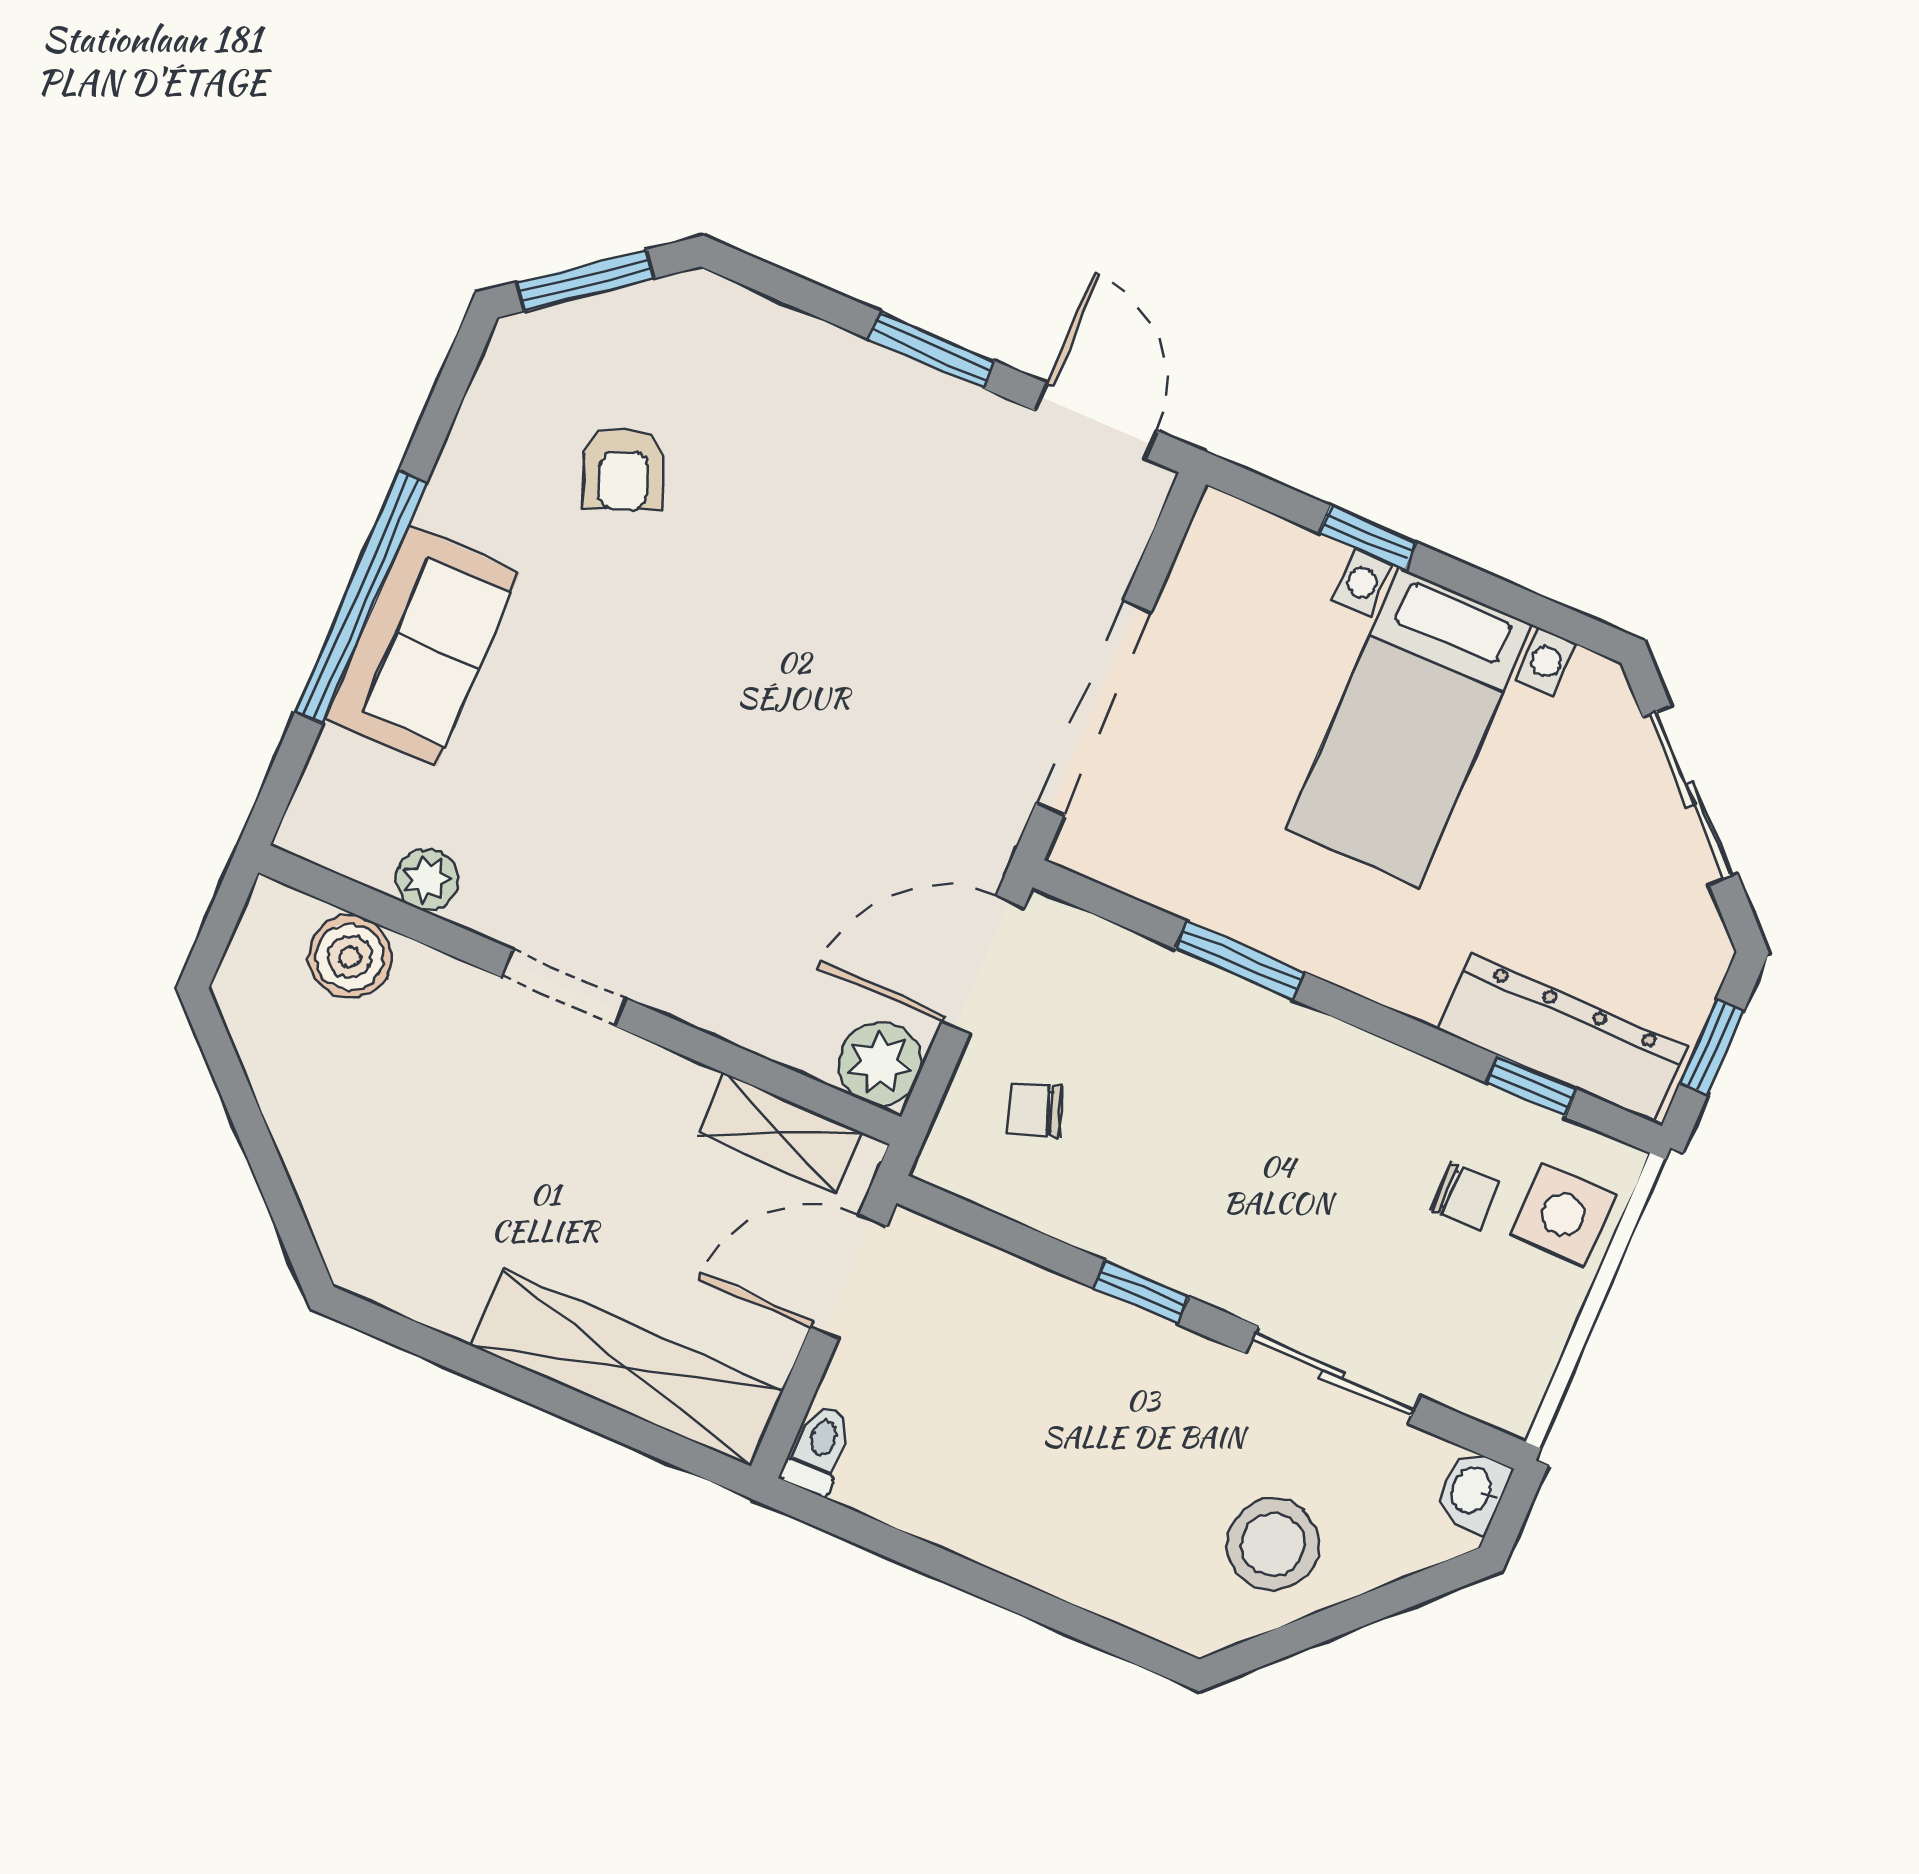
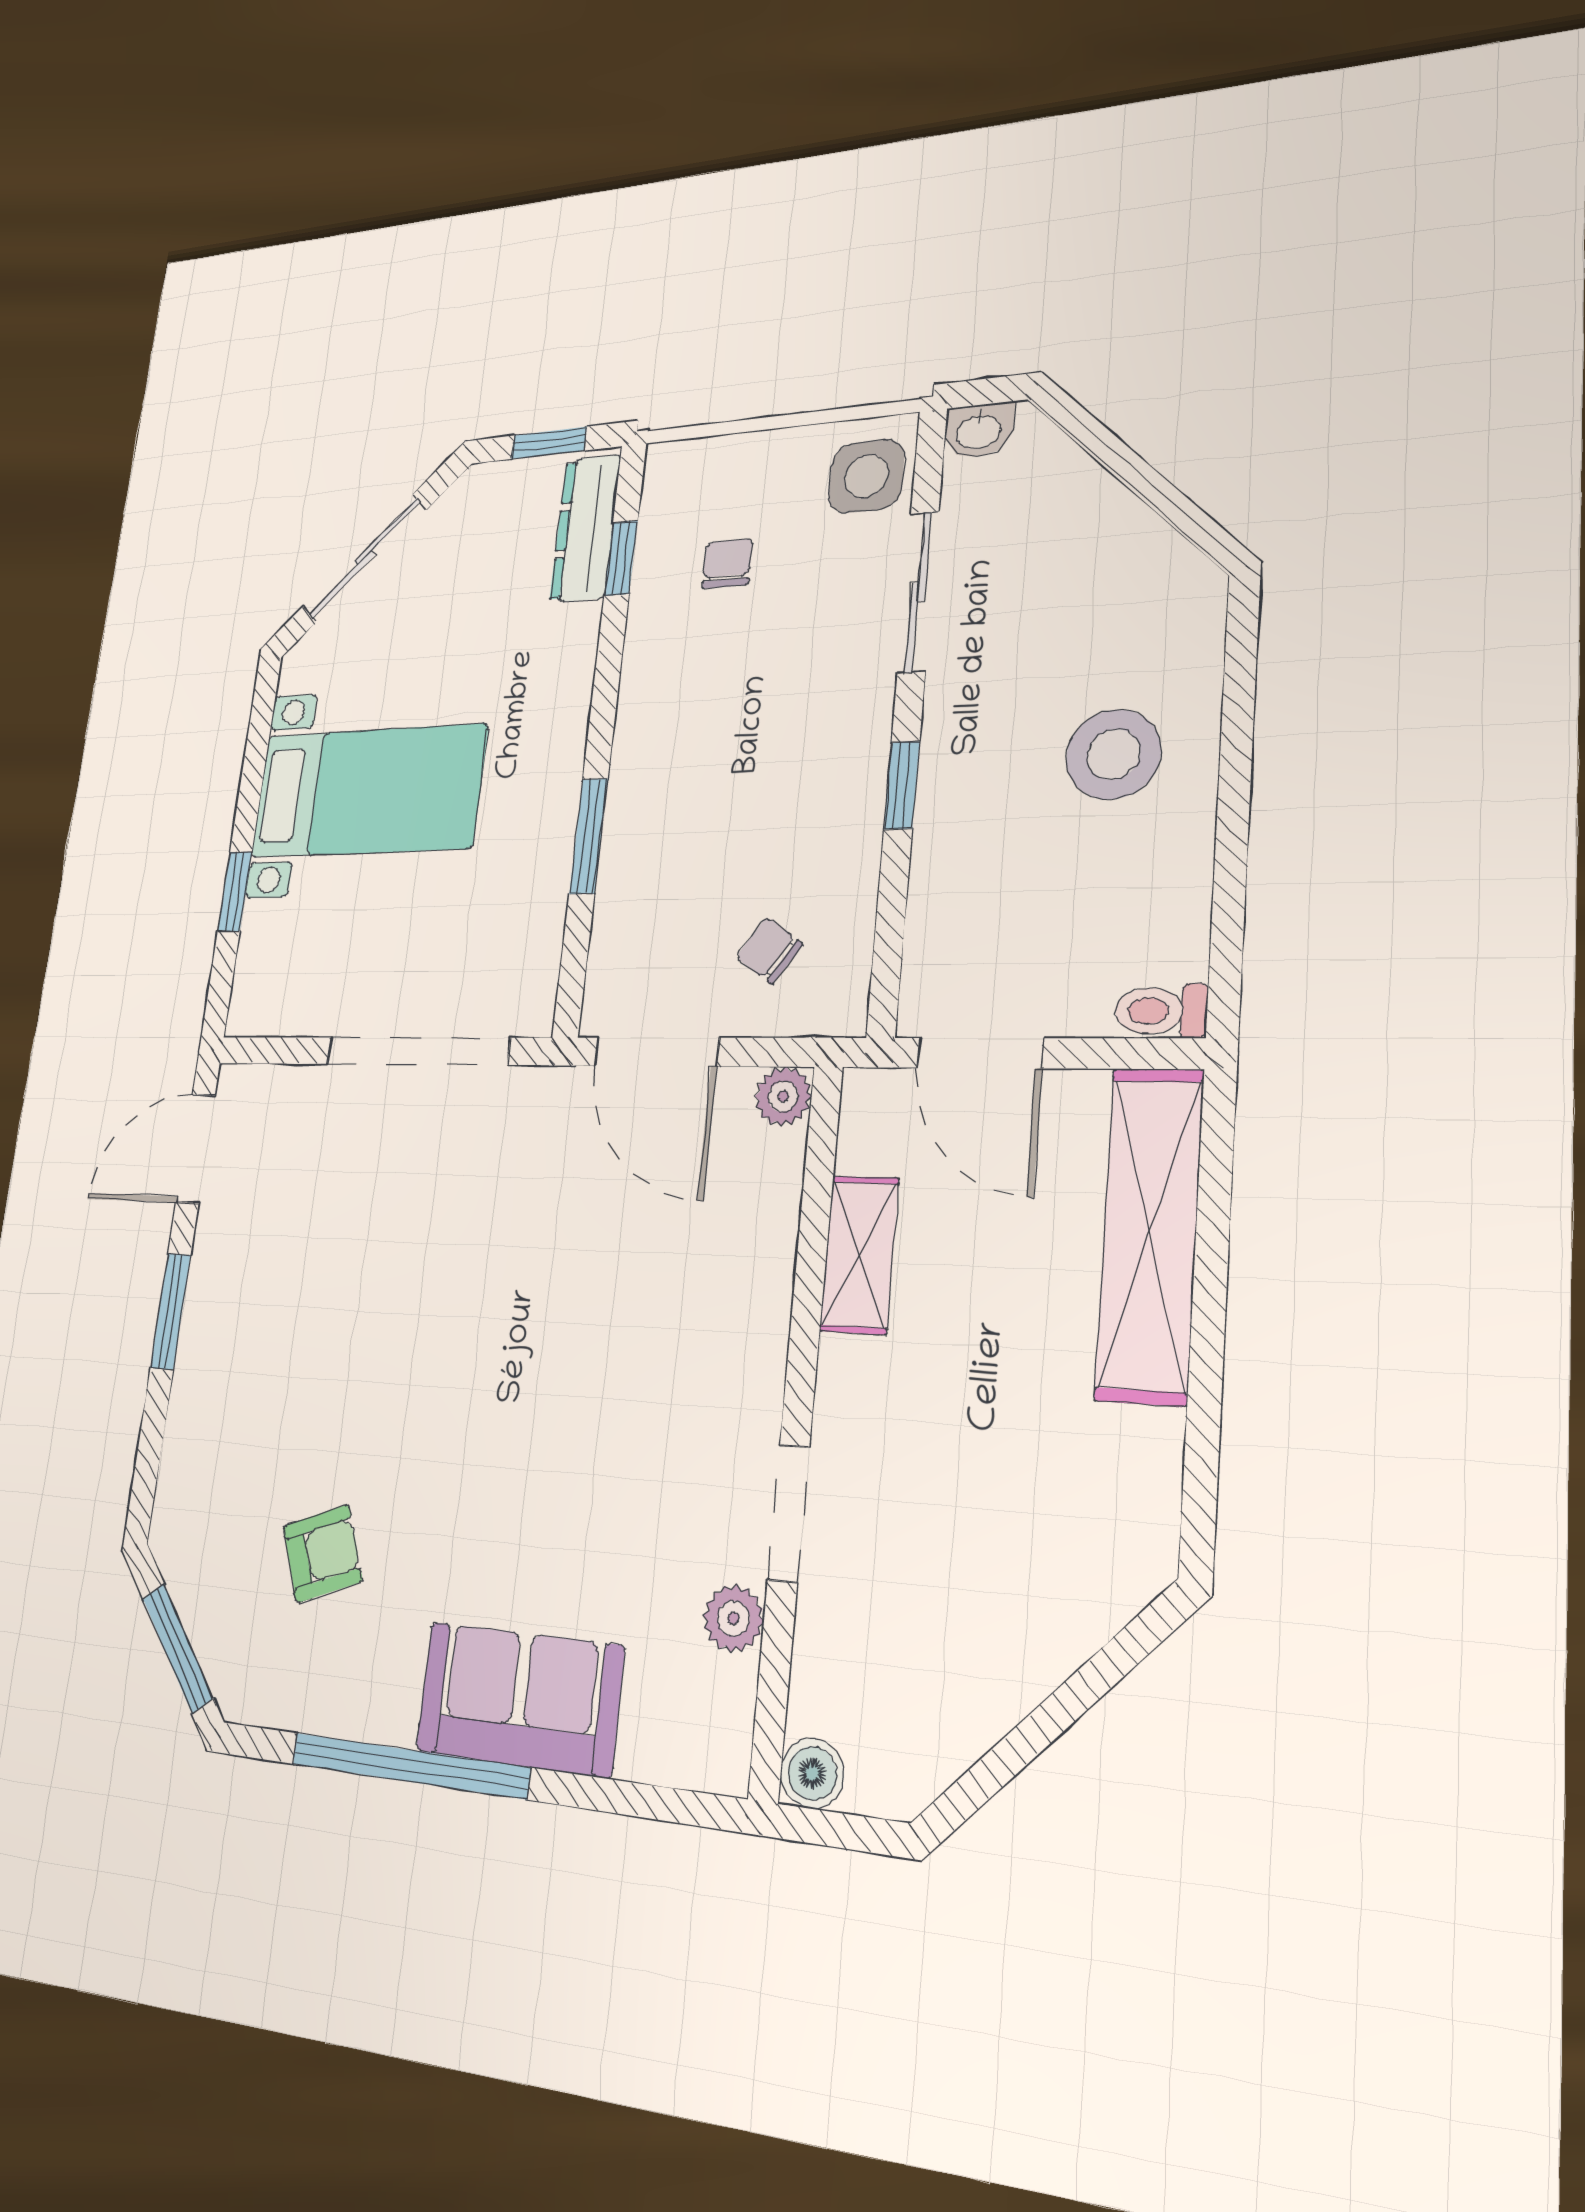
window: (361, 597) -> (409, 1766), moved
boiler: (350, 957) -> (812, 1773), moved, width x0.73, depth x0.73
doorway: (564, 988) -> (789, 1513), moved
dresser: (1562, 1038) -> (585, 528), width x0.73, depth x0.80
plant: (880, 1063) -> (783, 1096), width x0.73, depth x0.73
chair: (1035, 1110) -> (769, 950), turned 145
shelving: (780, 1133) -> (859, 1254), moved
side table: (1563, 1214) -> (866, 476), moved
stool: (1273, 1544) -> (1113, 754), moved

